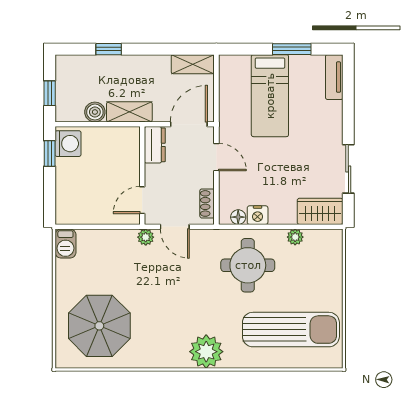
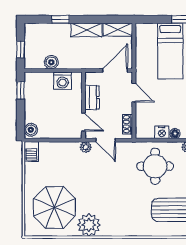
shelving: (129, 112) -> (87, 30), moved
washing machine: (68, 144) -> (63, 81), moved, turned 90
dresser: (155, 145) -> (92, 97), moved
door: (142, 200) -> (83, 122), swing flipped
boiler: (65, 212) -> (31, 130), added
floor lamp: (238, 217) -> (175, 134), moved
plant: (206, 352) -> (89, 225), moved

